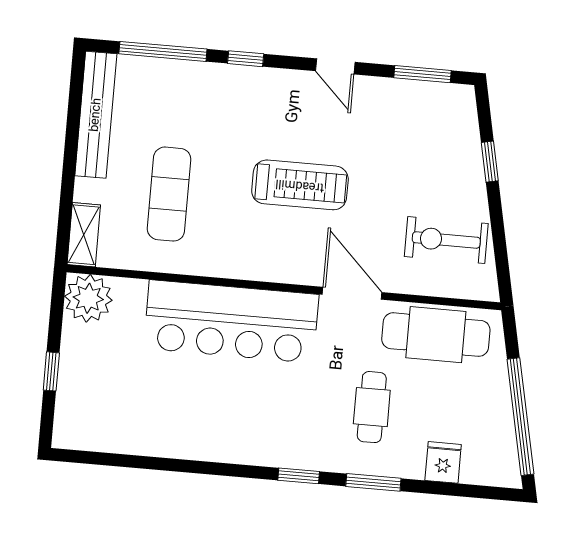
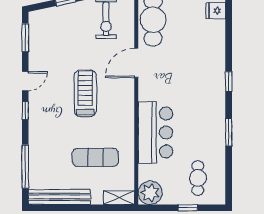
window: (246, 59) -> (25, 111), moved
bar counter: (231, 321) -> (155, 132), width x0.73
cafe table: (372, 407) -> (198, 178), moved, turned 90
window: (373, 482) -> (229, 132), moved

